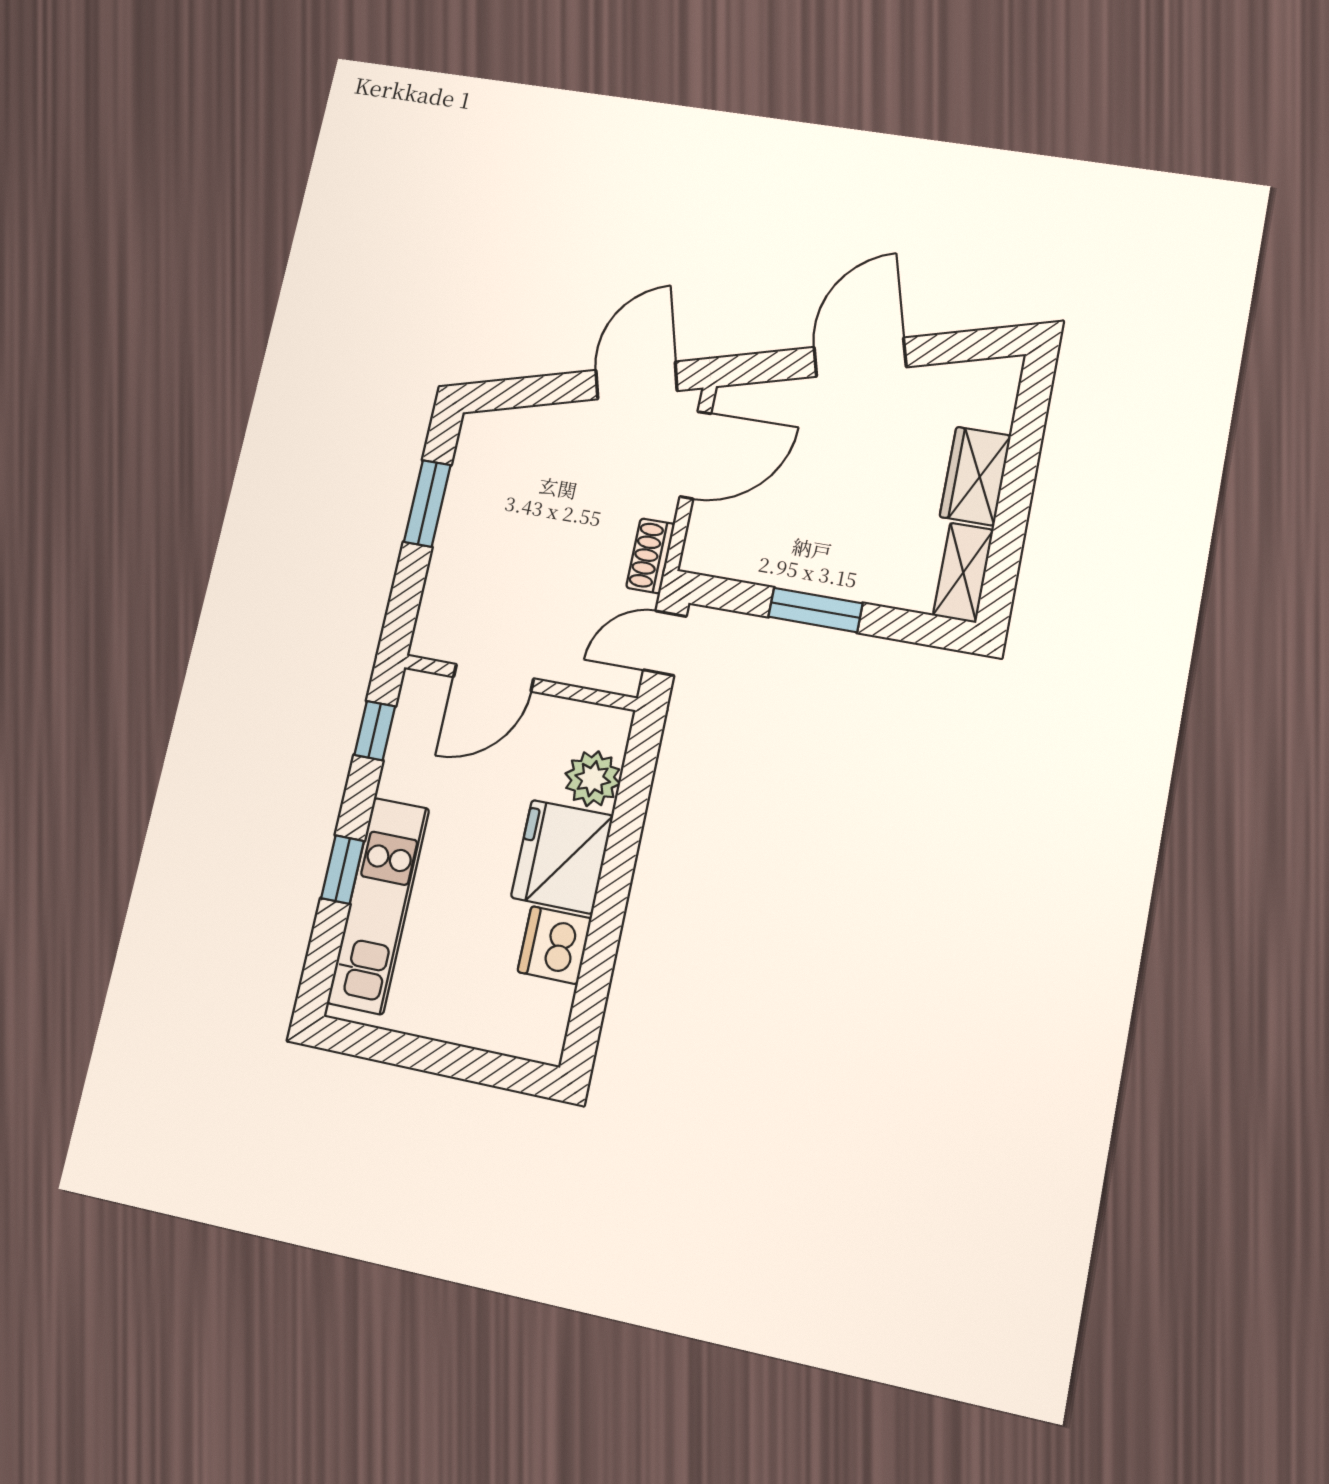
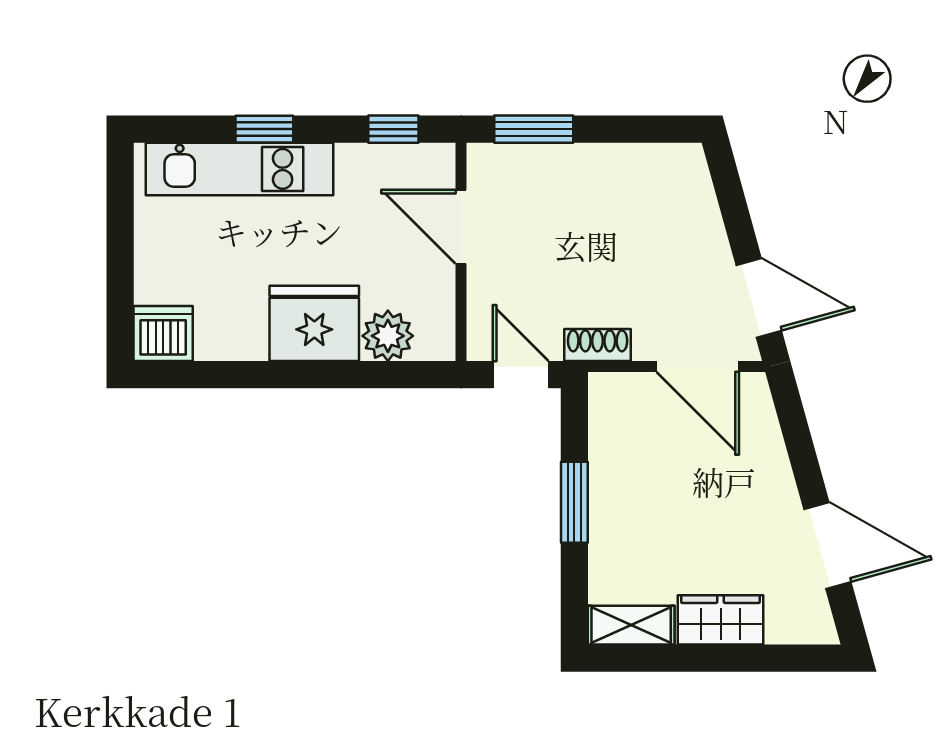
door: (860, 357) -> (827, 546), moved
window: (427, 503) -> (534, 129), moved
dishwasher: (555, 945) -> (163, 334), moved

